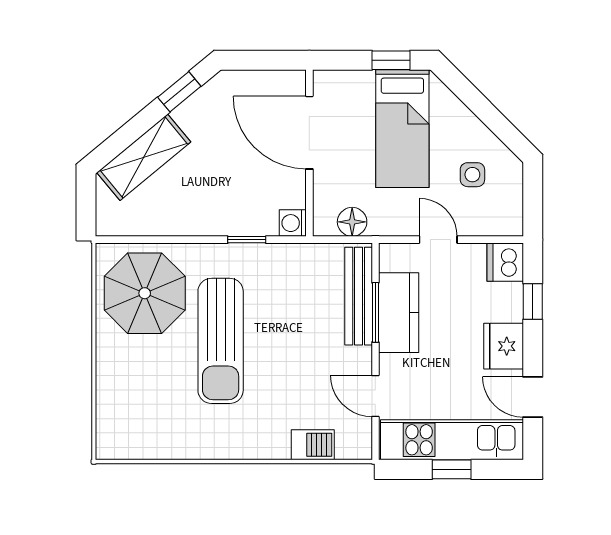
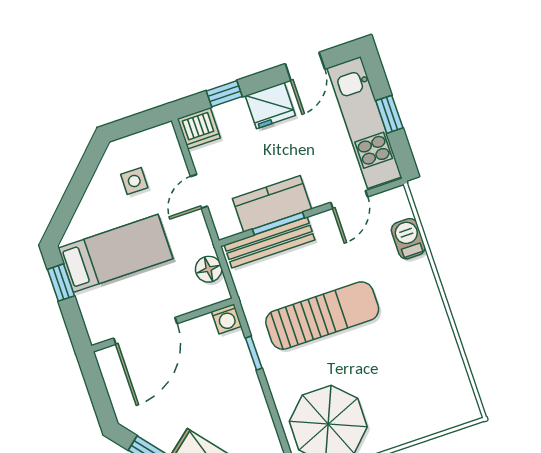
sun lounger: (221, 341) -> (322, 316), moved

